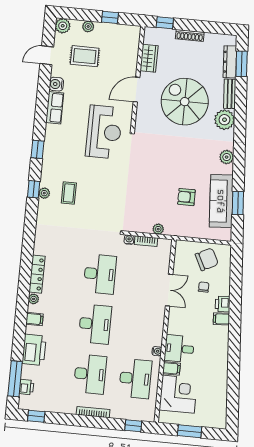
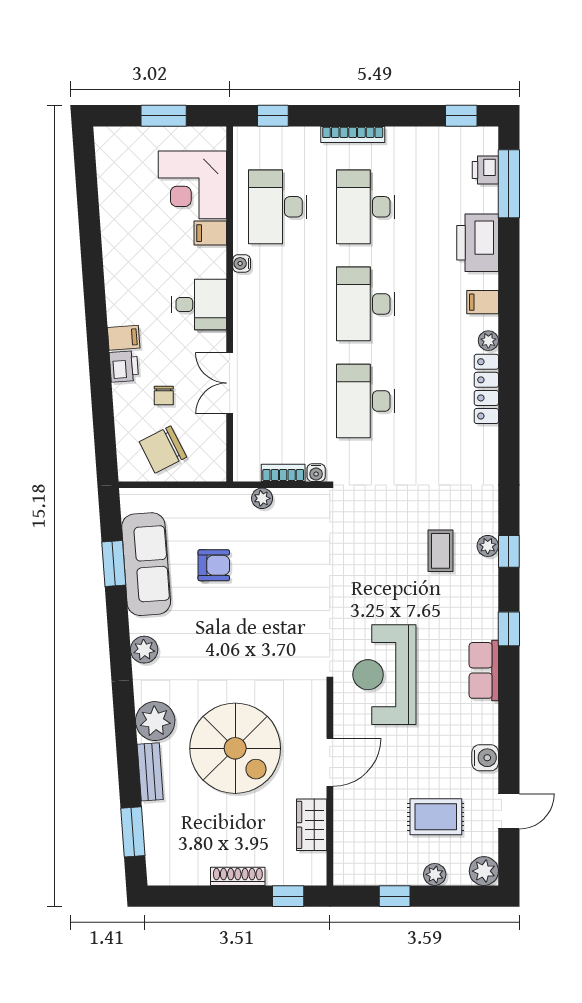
dresser: (230, 62) -> (156, 833), removed
row of seats: (55, 108) -> (484, 670), moved
desk: (179, 349) -> (199, 305), moved

